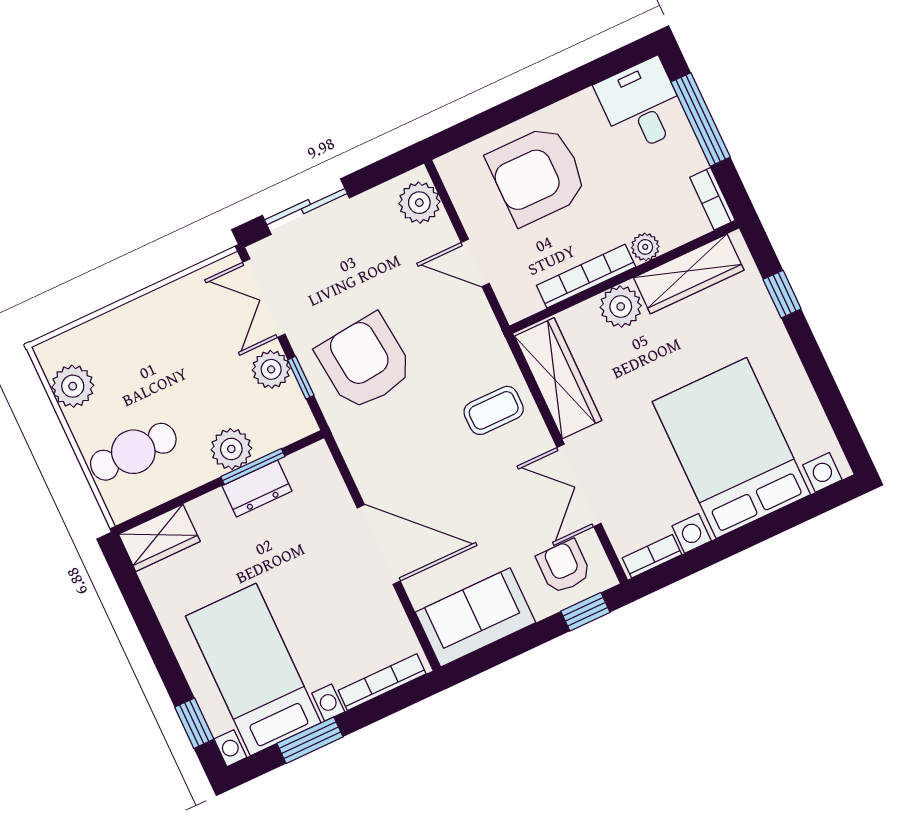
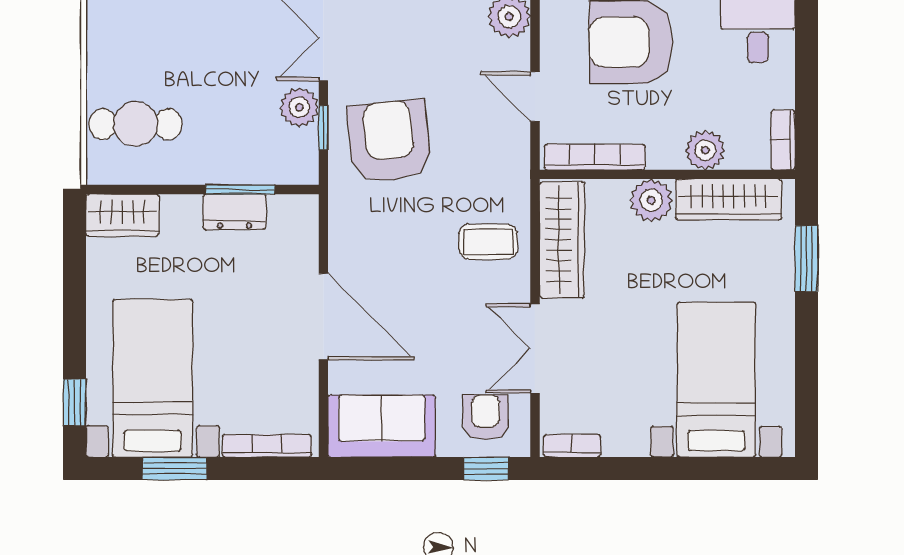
window: (701, 119) -> (806, 61), removed
plant: (645, 247) -> (705, 150), width x1.38, depth x1.38
bookcase: (586, 276) -> (595, 157), moved
window: (782, 294) -> (806, 259), width x1.50
plant: (73, 386) -> (108, 37), removed
bed with nightstands: (731, 448) -> (716, 380), width x0.73
plant: (231, 449) -> (228, 164), removed

